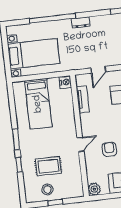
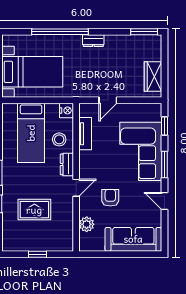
dresser: (71, 126) -> (67, 164), added
stool: (47, 189) -> (59, 139), moved
plant: (94, 189) -> (87, 224), moved

